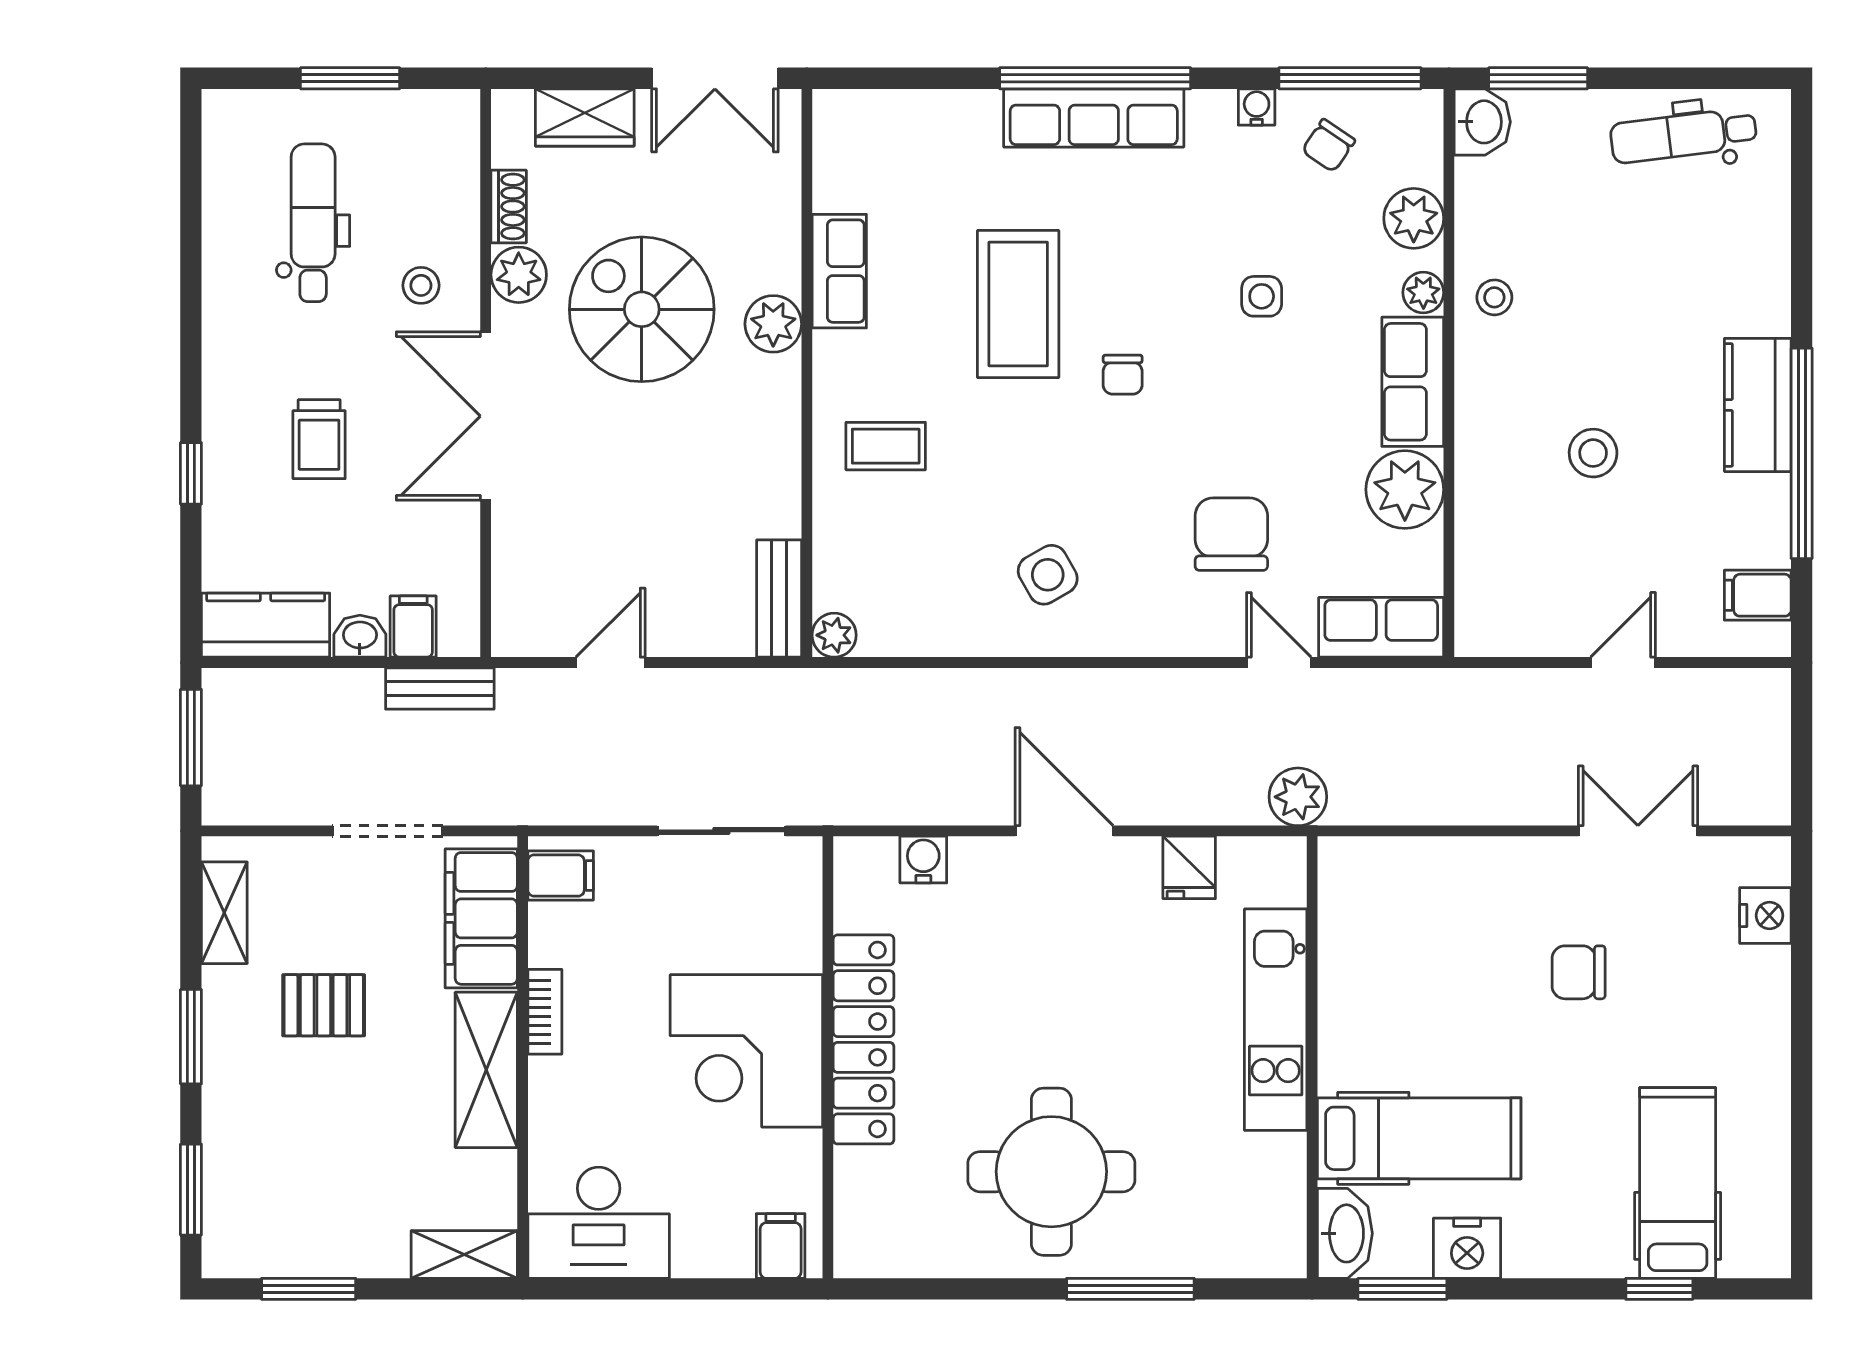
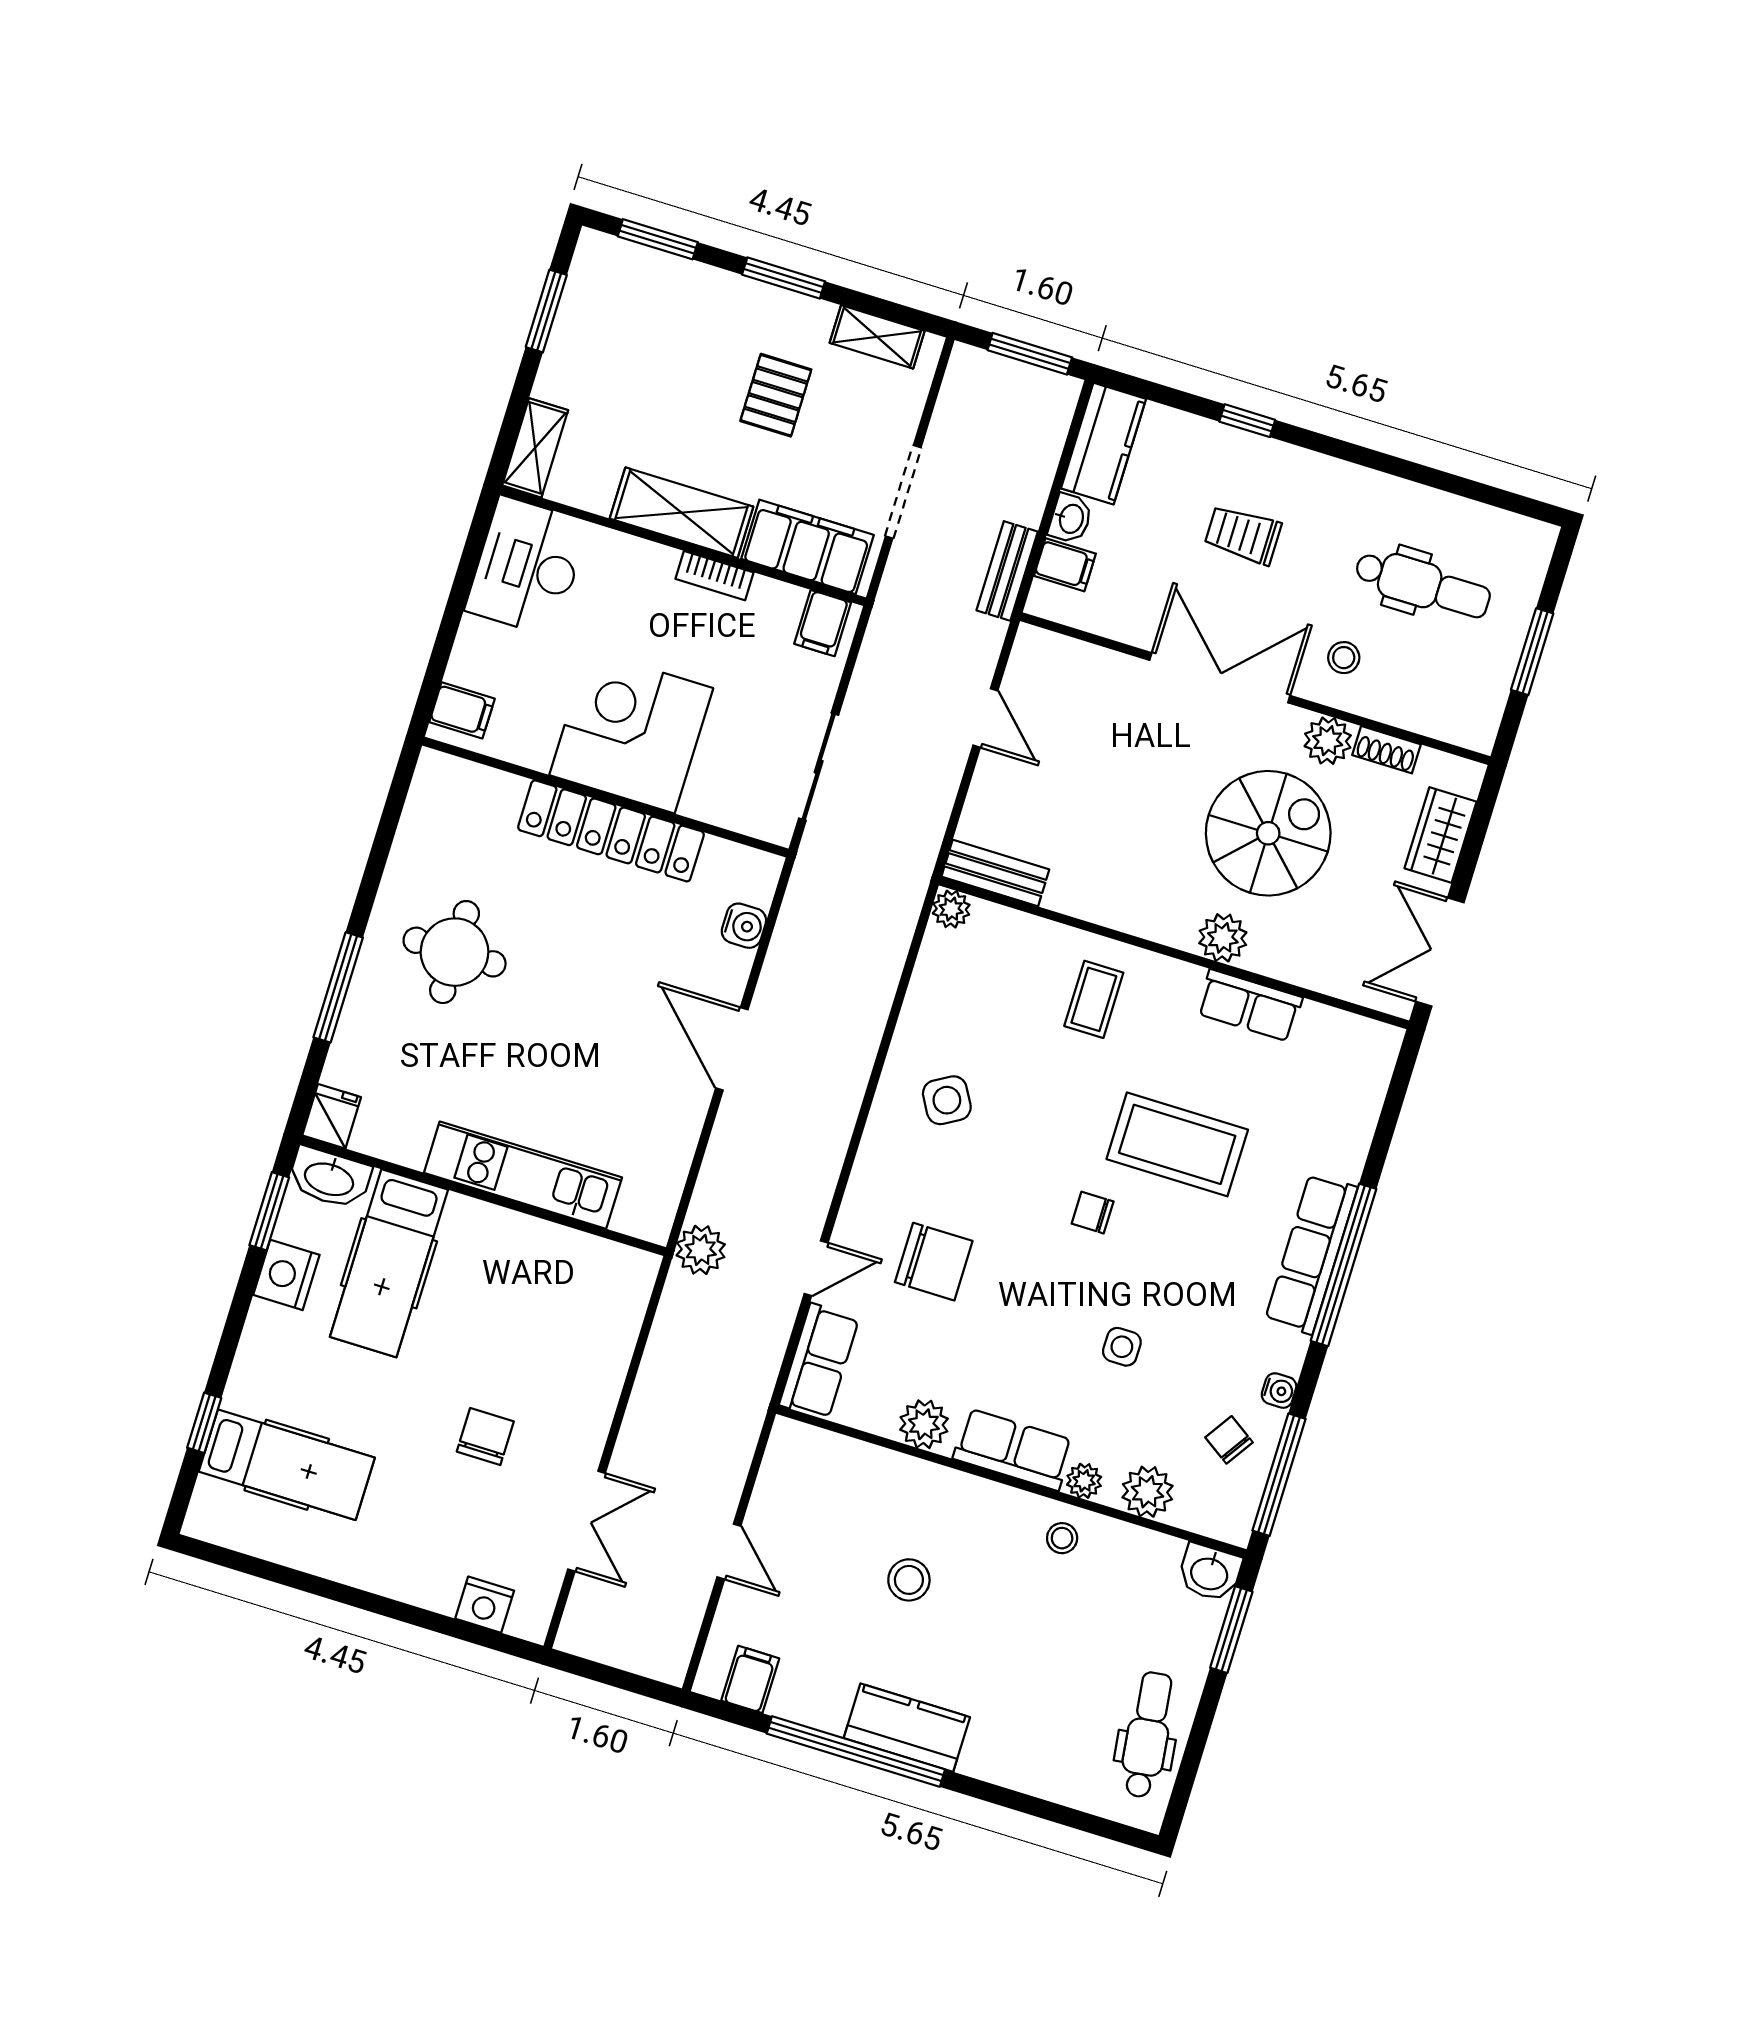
plant: (1405, 490) -> (924, 1424), width x0.73, depth x0.73
door: (1064, 831) -> (732, 1049), swing flipped
fridge: (1189, 867) -> (332, 1116), moved, turned 90
round table: (1051, 1172) -> (455, 952), width x0.73, depth x0.73

